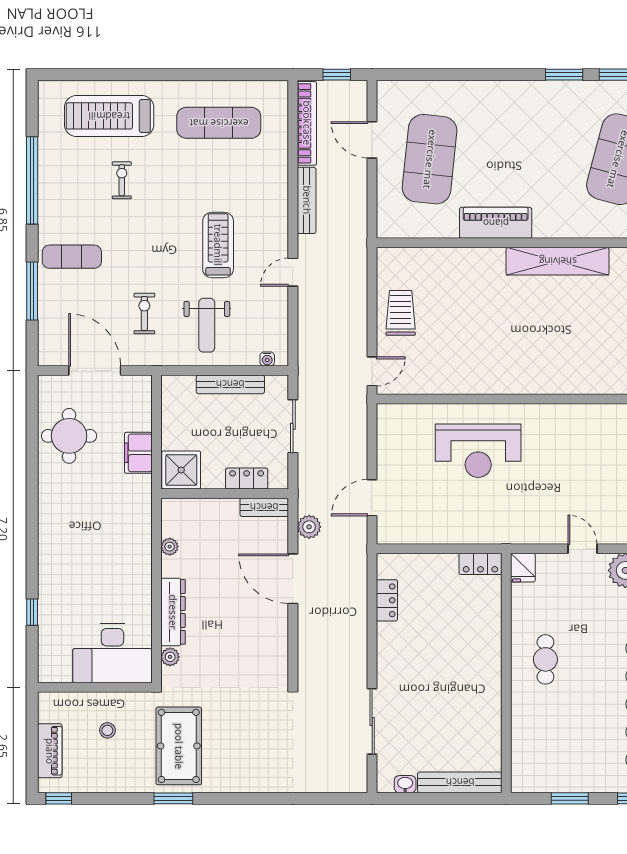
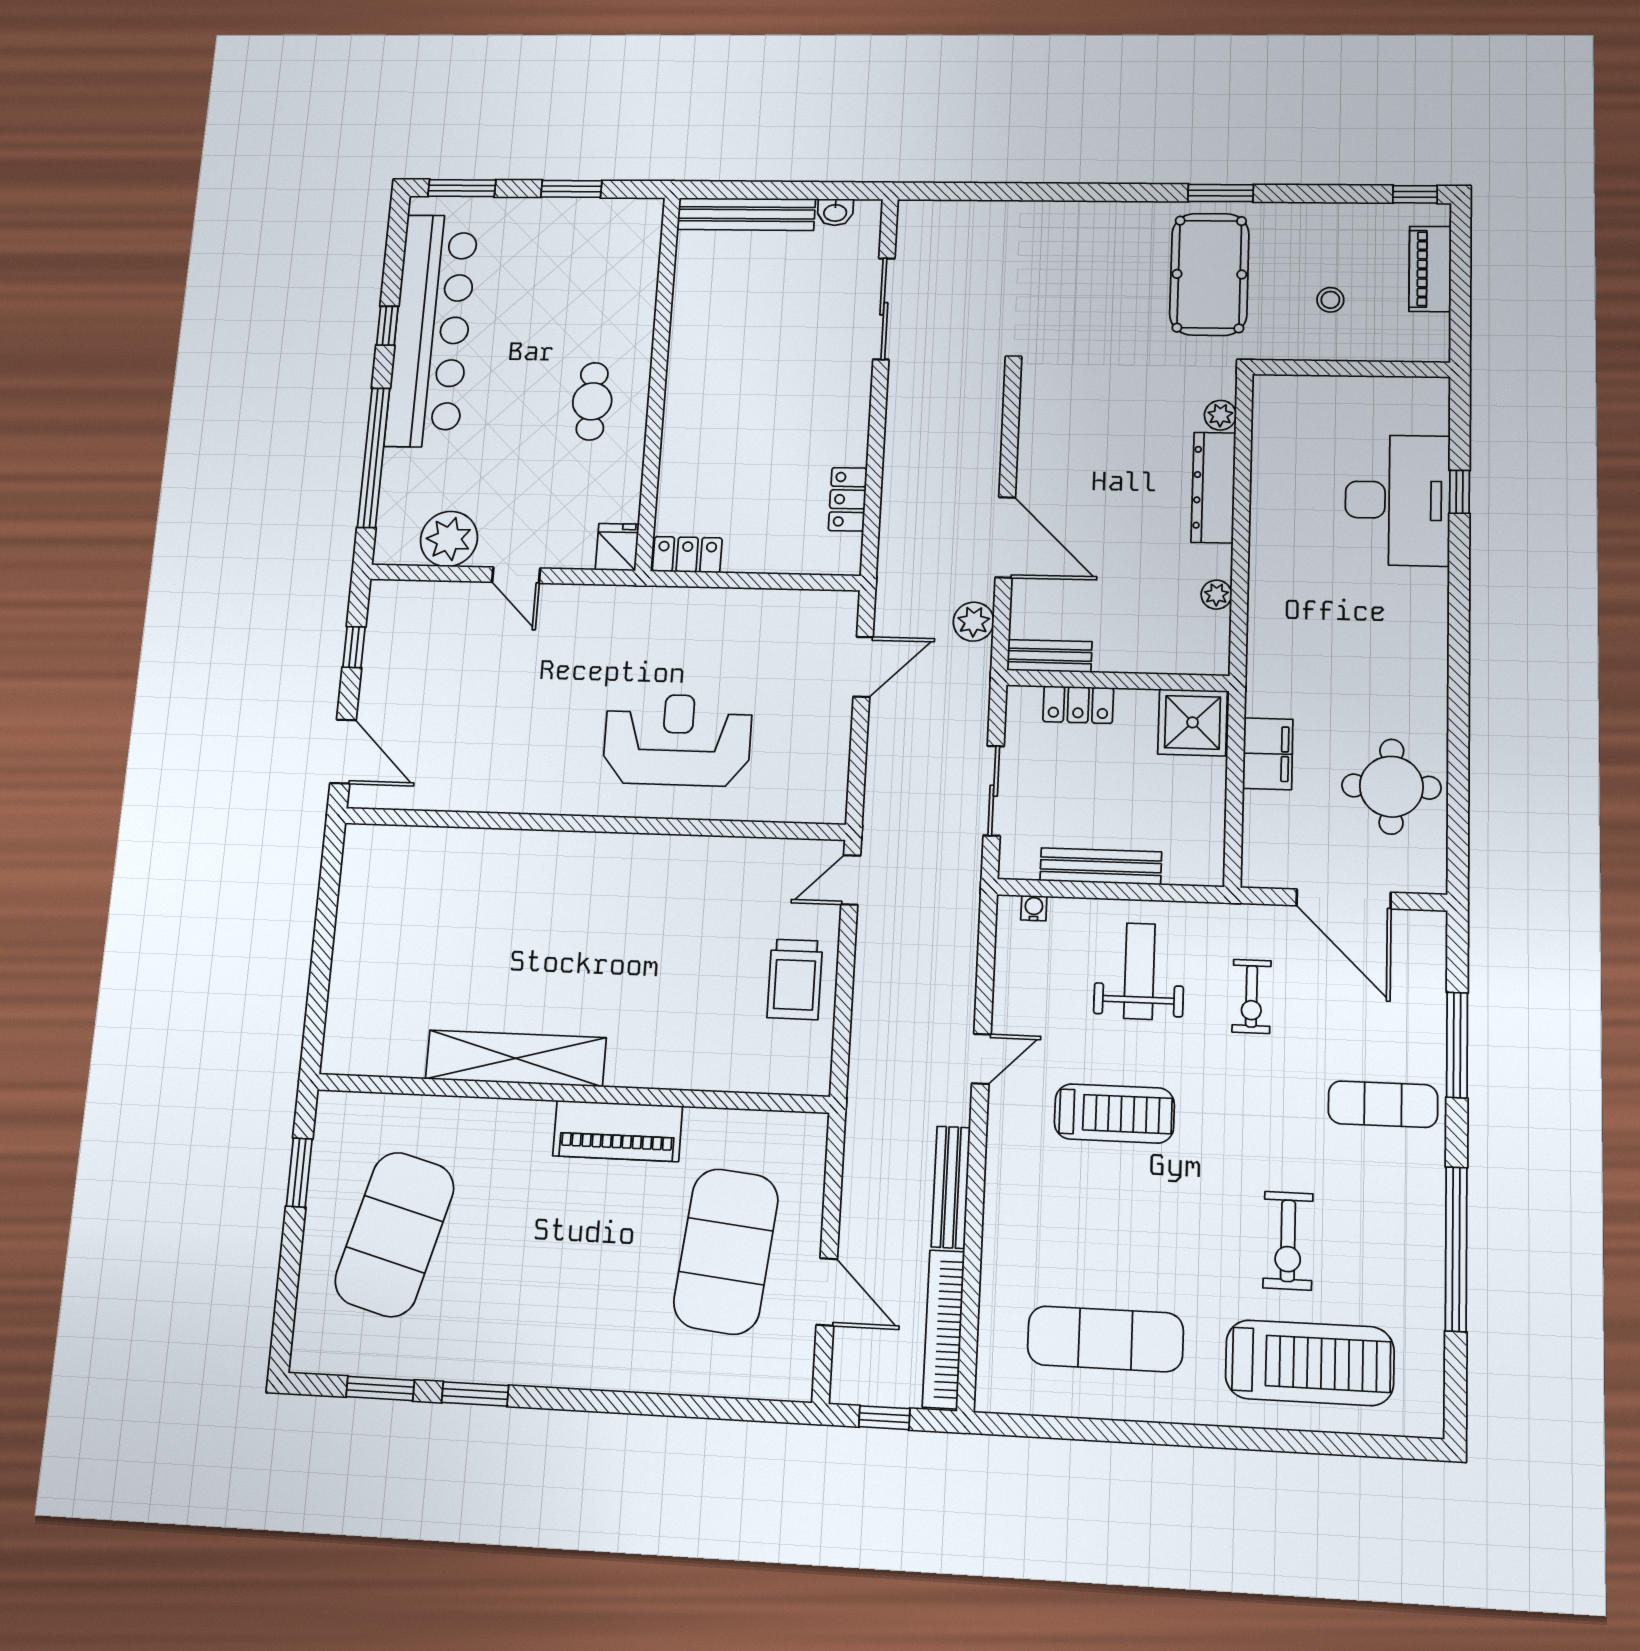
exercise bike: (122, 180) -> (1288, 1241), width x1.38, depth x1.39
treadmill: (218, 245) -> (1114, 1114), turned -90
desk: (112, 653) -> (1397, 500), moved, turned 90

